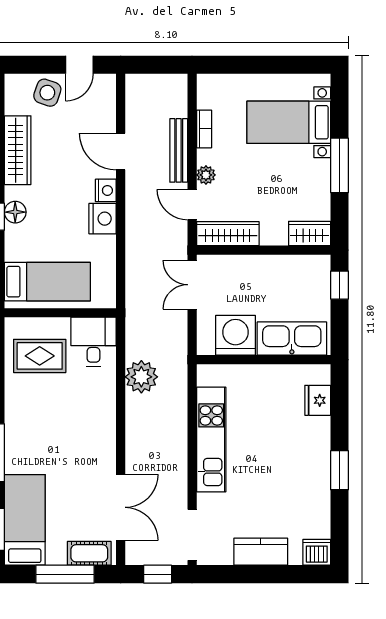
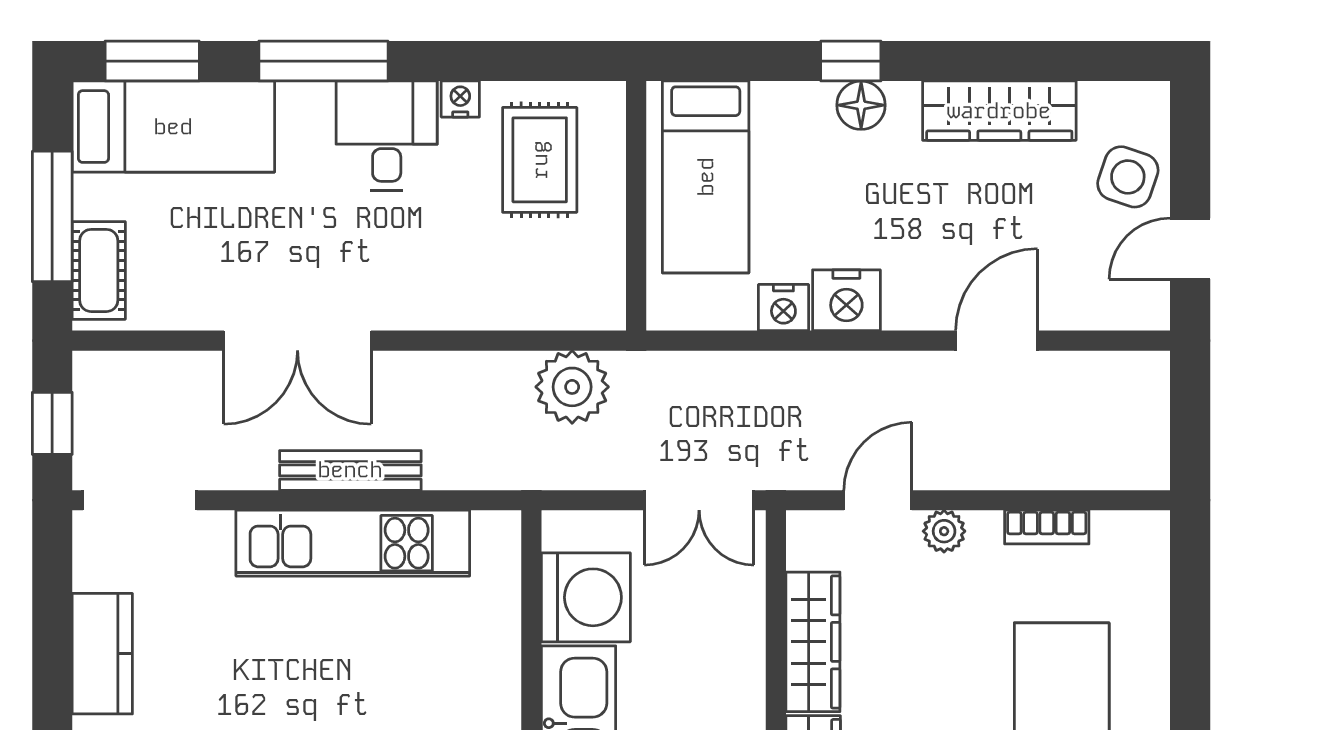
door: (79, 65) -> (1190, 249), hinge flipped
bench: (179, 150) -> (350, 470), moved
nightstand: (106, 190) -> (783, 307), moved
wardrobe: (228, 234) -> (813, 642), moved
double door: (192, 285) -> (699, 500), swing flipped
desk: (93, 342) -> (387, 136), moved, turned -90
plant: (141, 377) -> (572, 387), moved
nightstand: (12, 391) -> (460, 99), added
double door: (121, 507) -> (298, 341), moved

